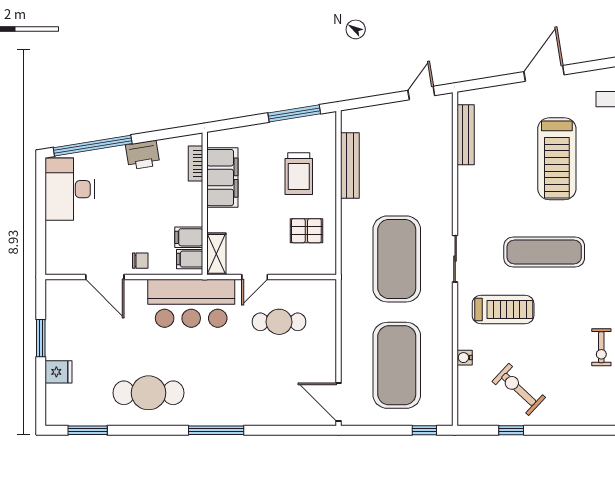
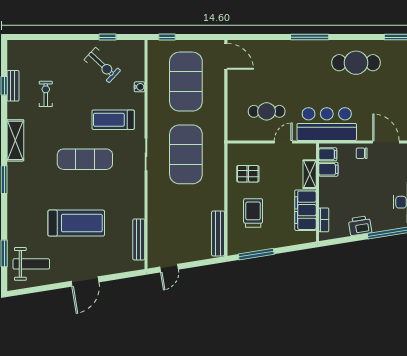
treadmill: (557, 159) -> (76, 223), turned 90
bench: (350, 165) -> (218, 233), moved
shelving: (216, 254) -> (310, 174), moved

